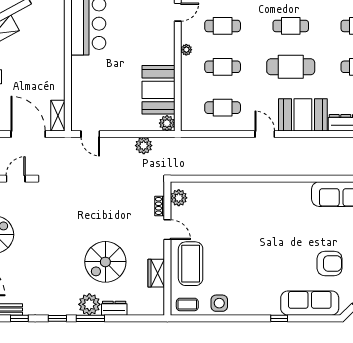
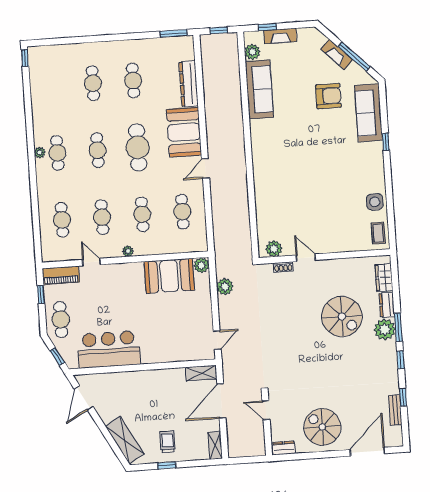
door: (167, 230) -> (306, 258), hinge flipped
armchair: (330, 263) -> (328, 96), turned 90
coffee table: (191, 264) -> (338, 233), removed
wardrobe: (156, 273) -> (384, 278), moved, turned 90

